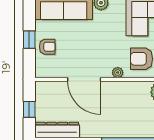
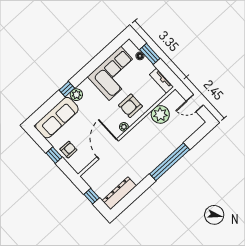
door: (84, 79) -> (108, 149), swing flipped

